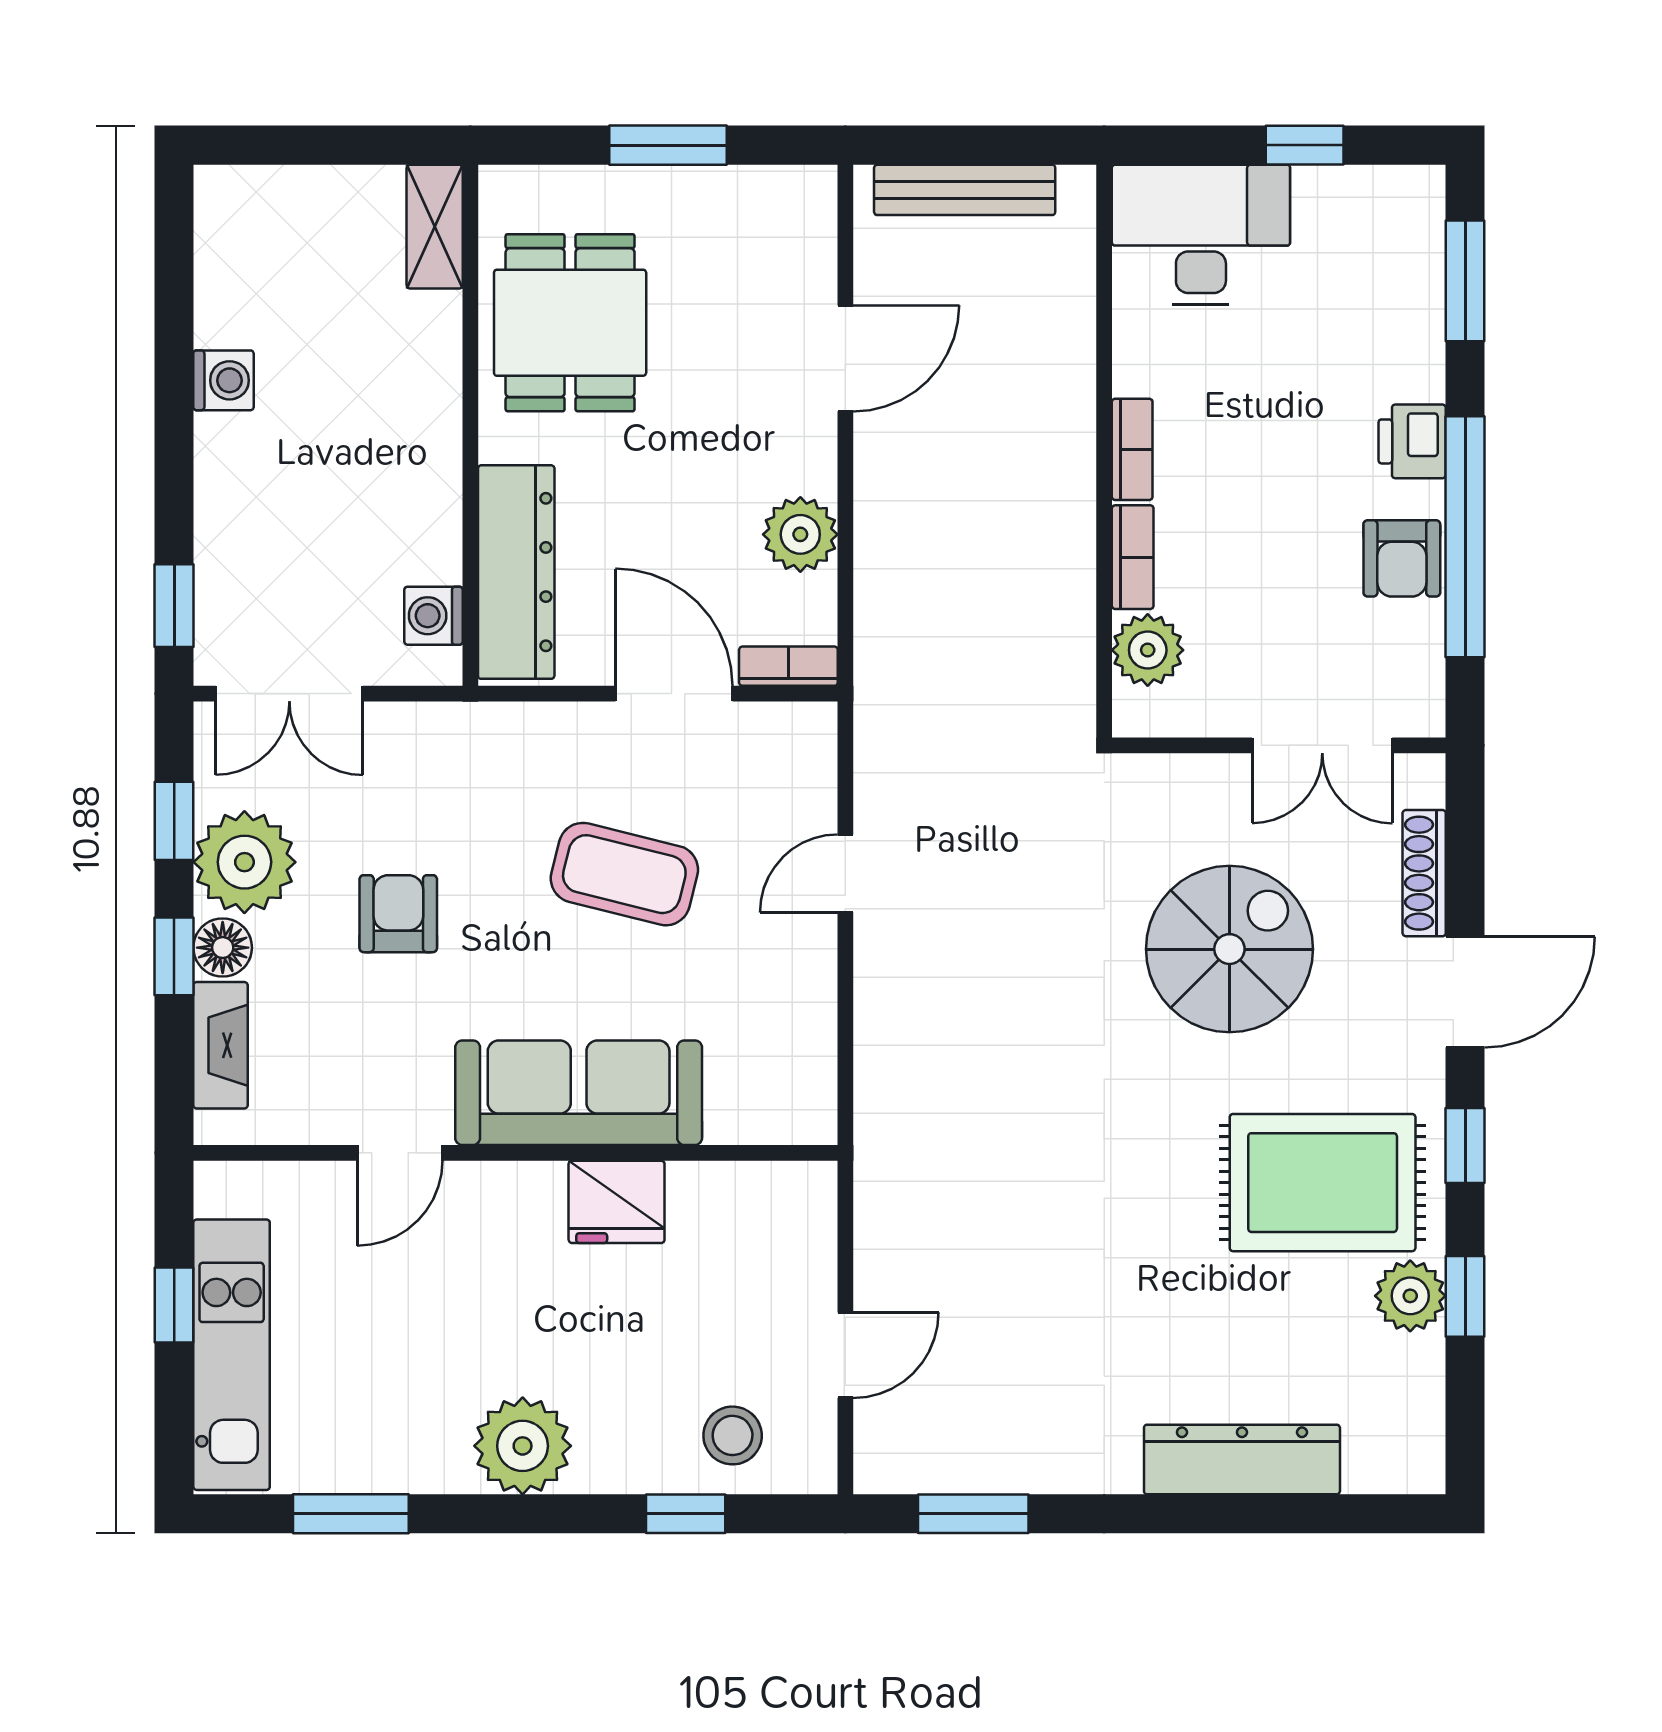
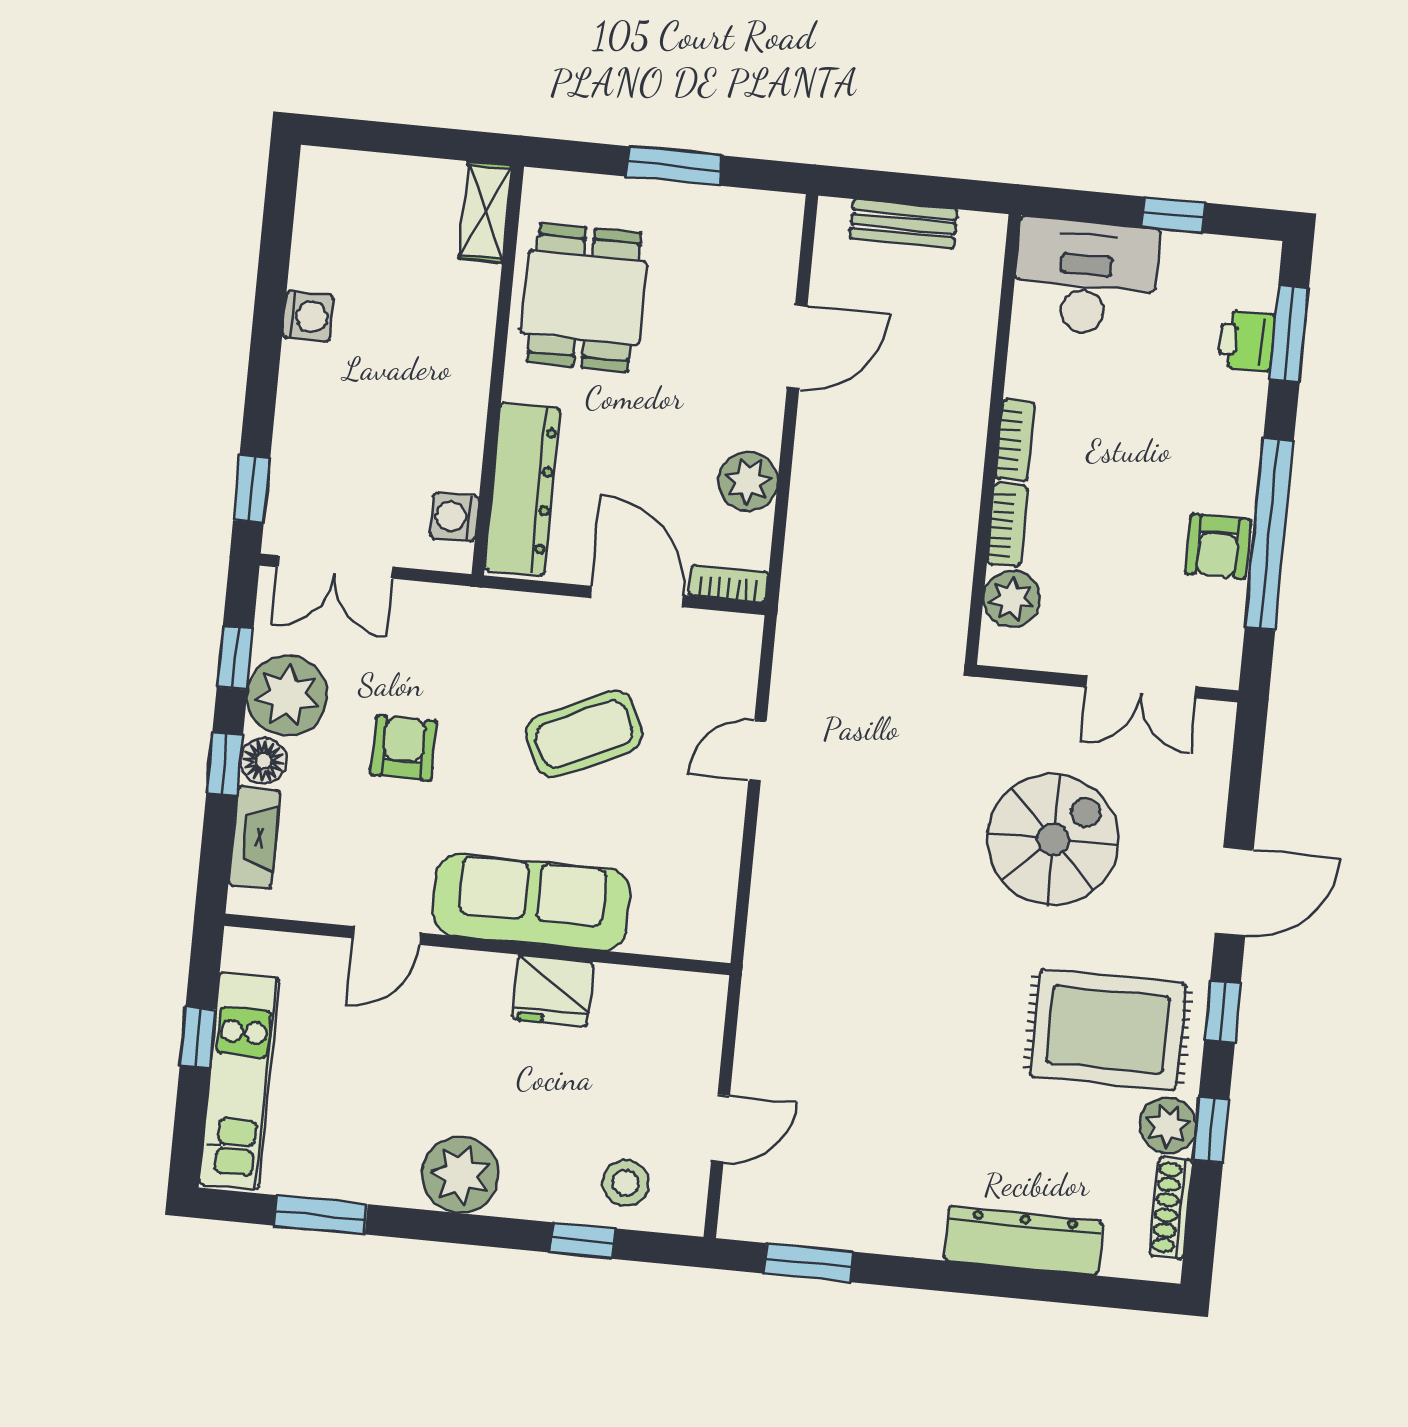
bench: (965, 190) -> (904, 224), width x0.73
printer: (1412, 441) -> (1246, 341), moved
shoe rack: (1424, 873) -> (1171, 1208), moved
coffee table: (624, 874) -> (584, 734), turned -39

